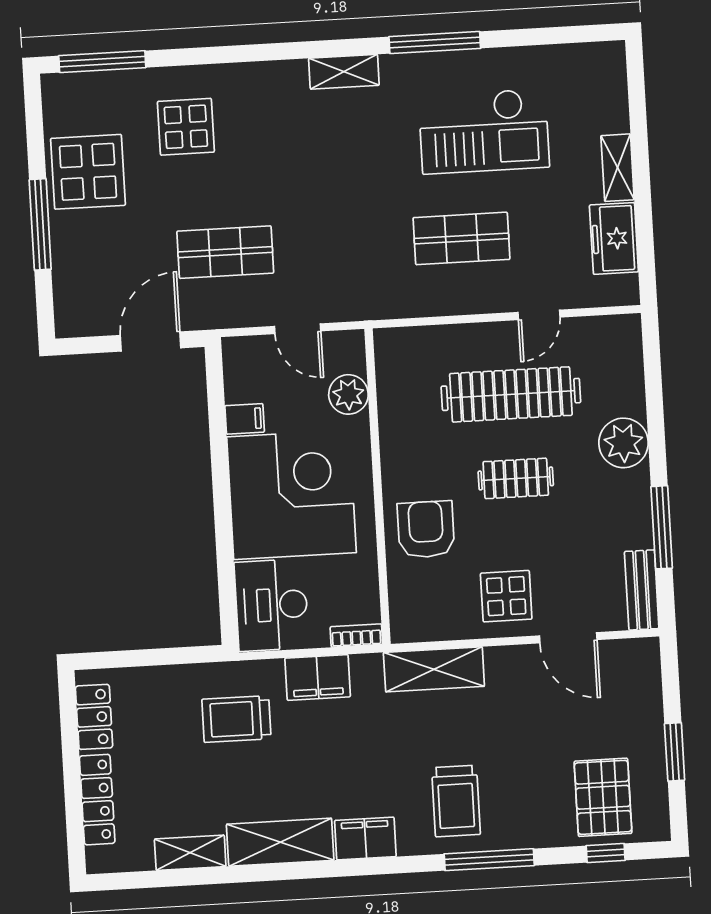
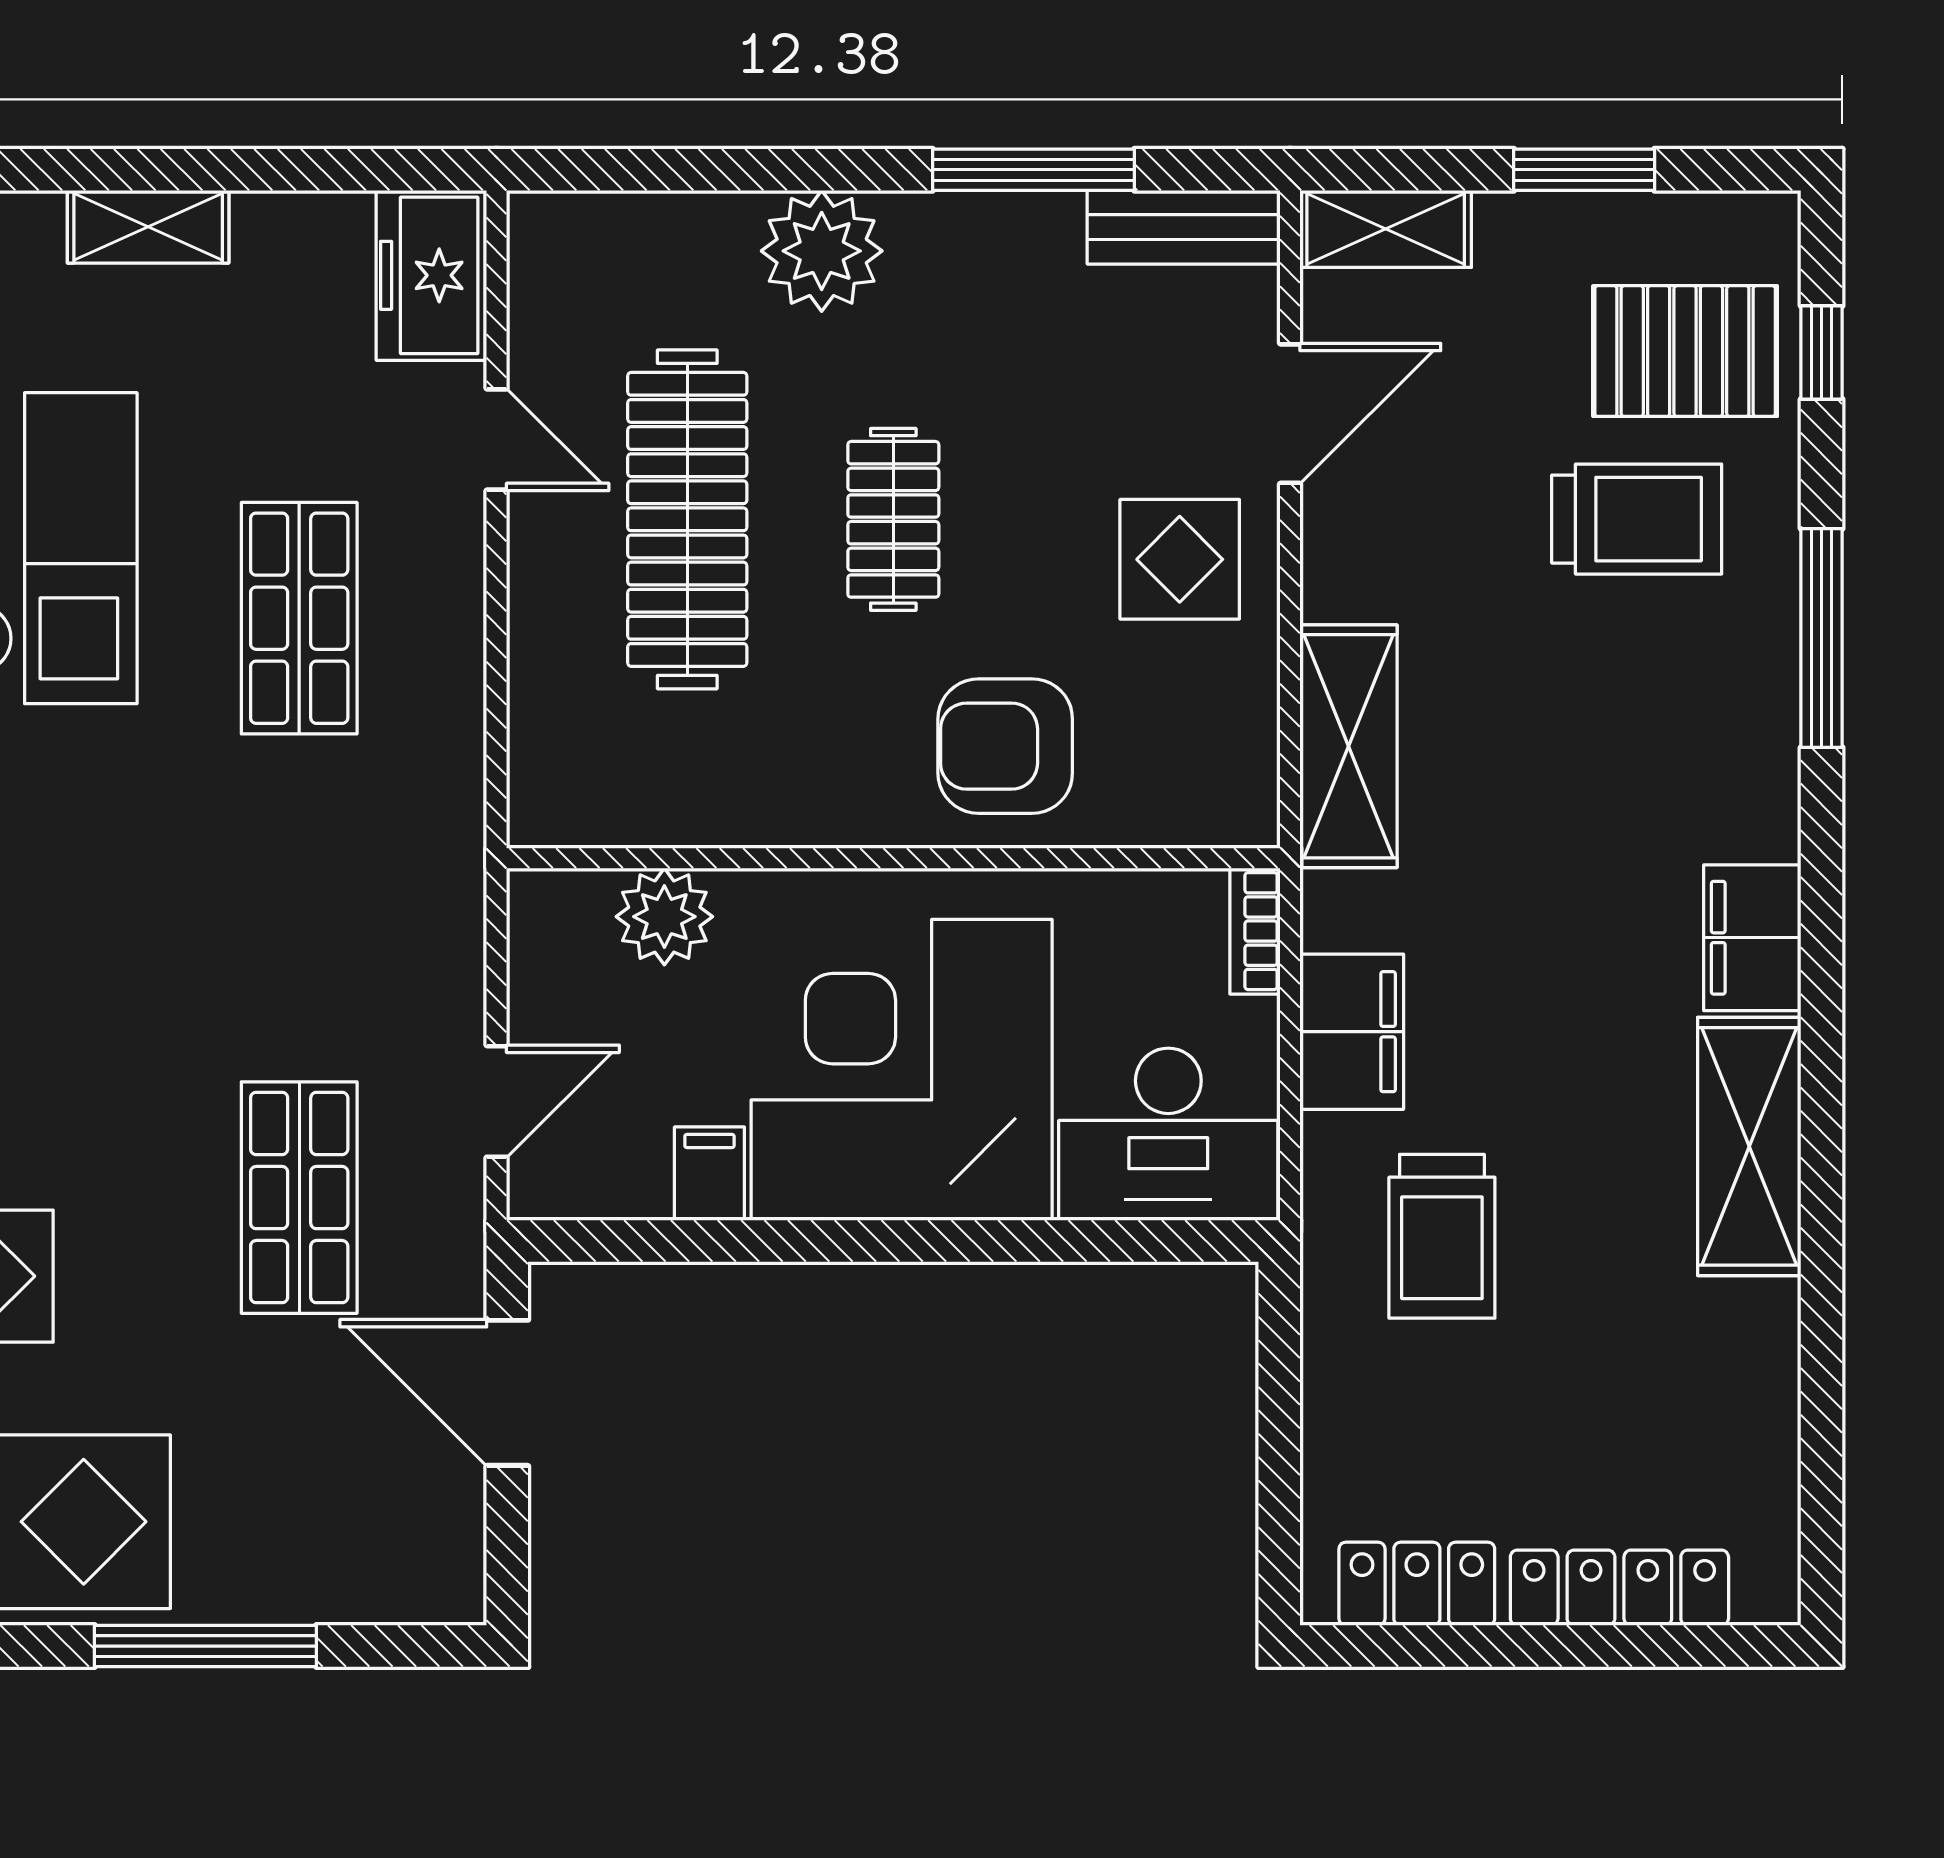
freezer: (614, 238) -> (431, 275), moved, turned 90
door: (298, 329) -> (497, 1101), moved
trolley: (456, 801) -> (1637, 519), moved
shelving: (190, 853) -> (1386, 229), moved, turned 90

